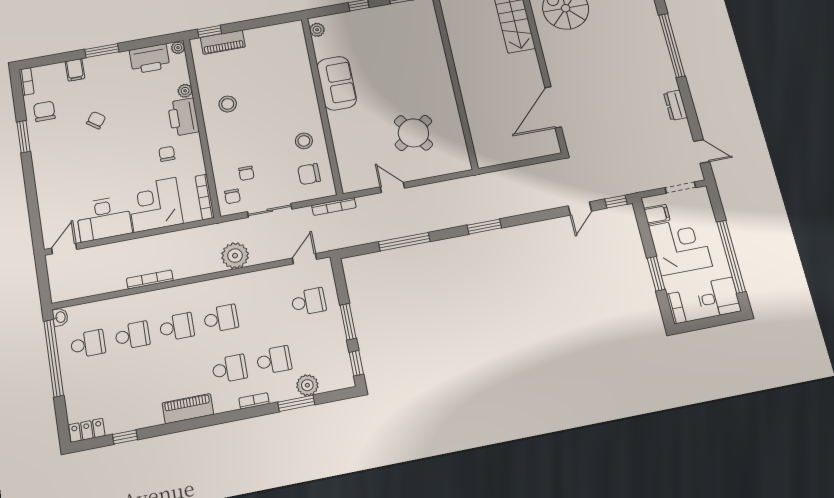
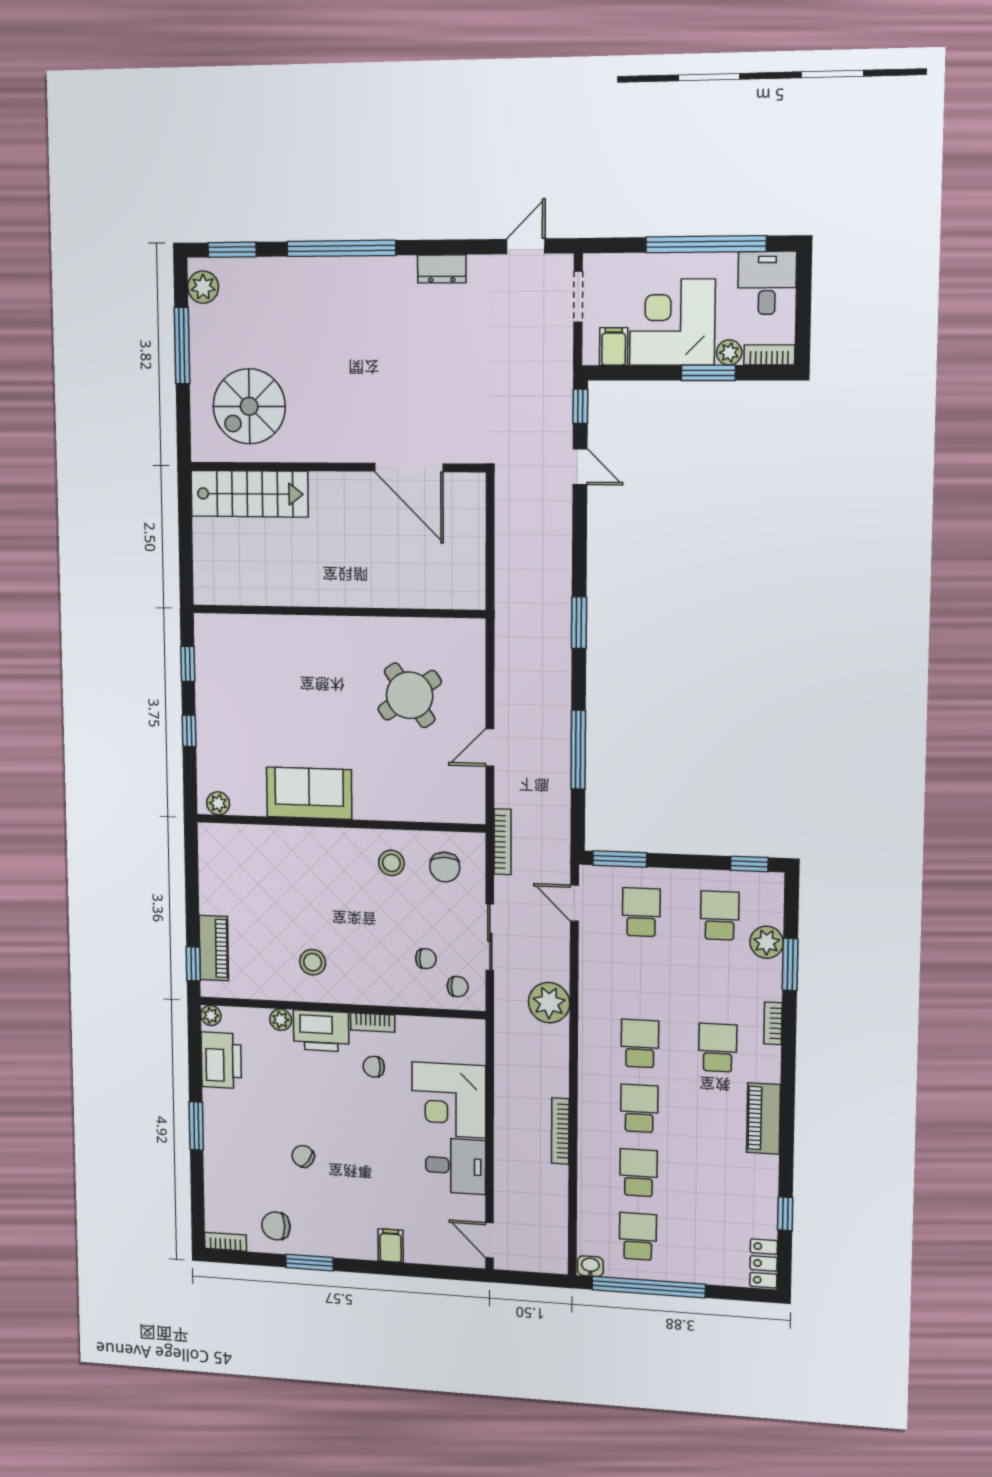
filing cabinet: (75, 70) -> (391, 1246), moved, turned -90
bookcase: (205, 197) -> (373, 1022), moved, width x0.64
desk: (104, 219) -> (456, 1166), width x0.73
plant: (671, 284) -> (729, 353), added
window: (348, 322) -> (620, 859), moved
school desk: (274, 360) -> (720, 916), moved

